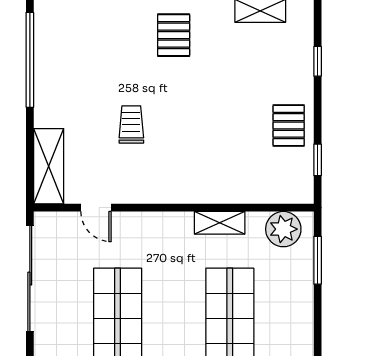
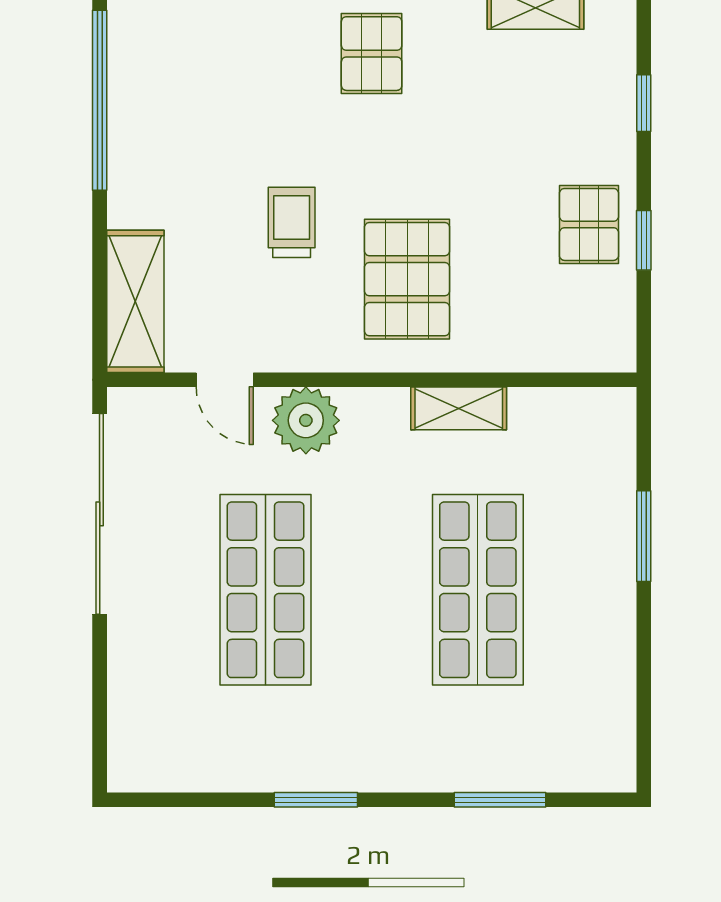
pallet: (192, 154) -> (407, 279), added
window: (318, 160) -> (644, 240), moved
plant: (283, 229) -> (306, 420), moved
window: (318, 260) -> (644, 536), moved

